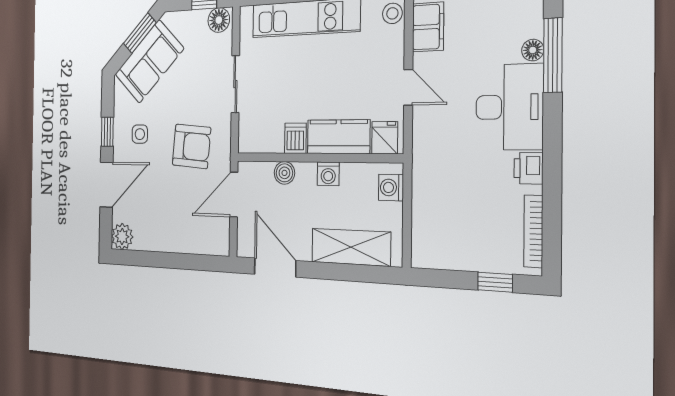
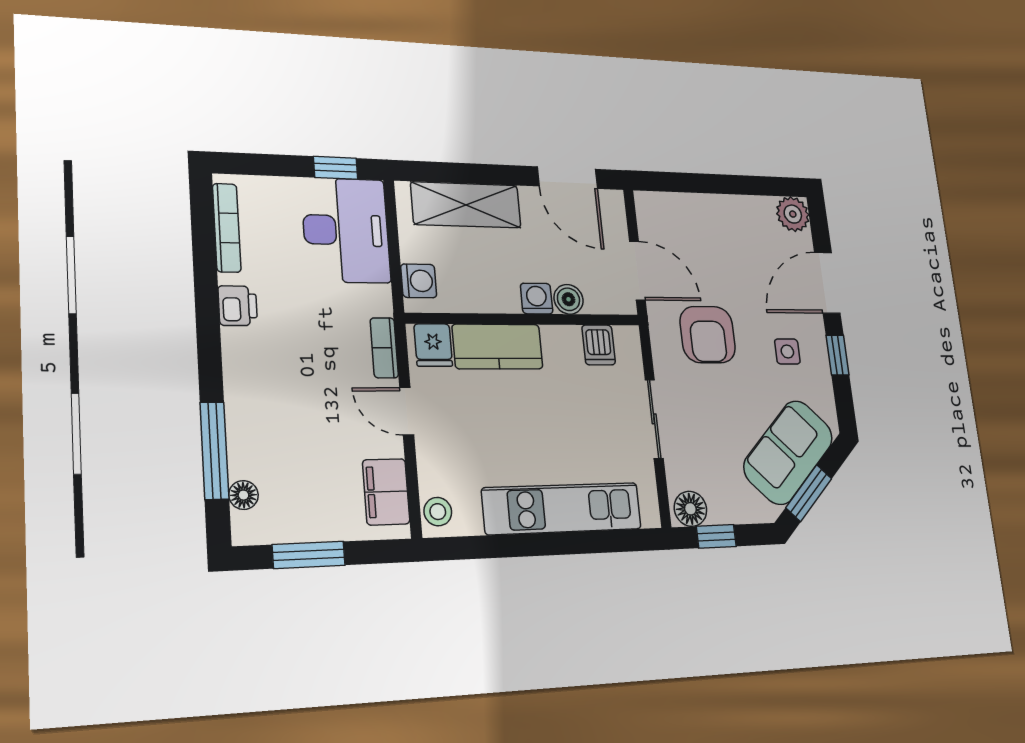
floor lamp: (533, 50) -> (243, 495), moved
desk: (509, 107) -> (346, 230), moved, turned 180
bookcase: (421, 135) -> (384, 348), added
dishwasher: (295, 138) -> (599, 345), moved
armchair: (191, 146) -> (708, 335), turned -95
washing machine: (328, 174) -> (537, 299), moved
door: (234, 195) -> (637, 271), hinge flipped
window: (495, 282) -> (336, 168), moved

